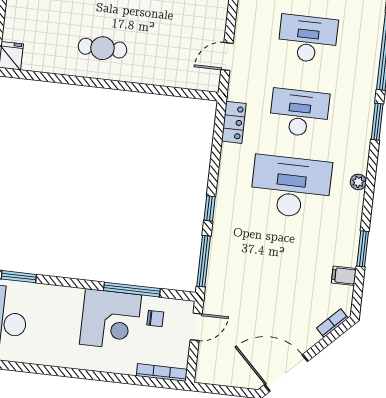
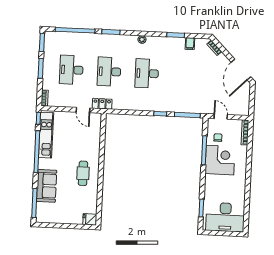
locker: (234, 122) -> (102, 104), moved
desk: (291, 187) -> (147, 73), width x0.73, depth x0.77

